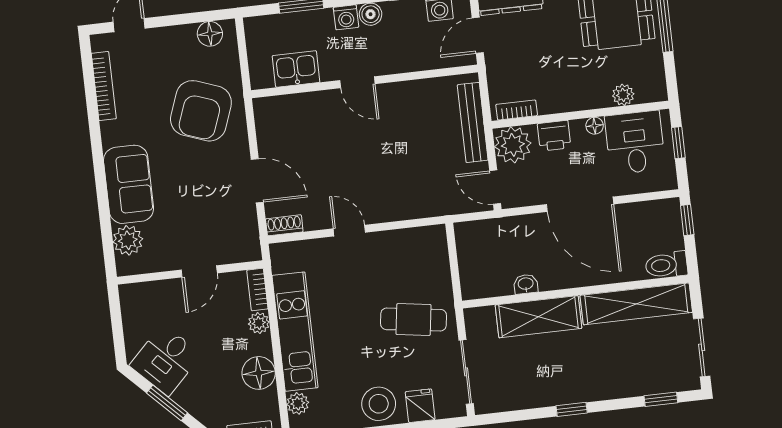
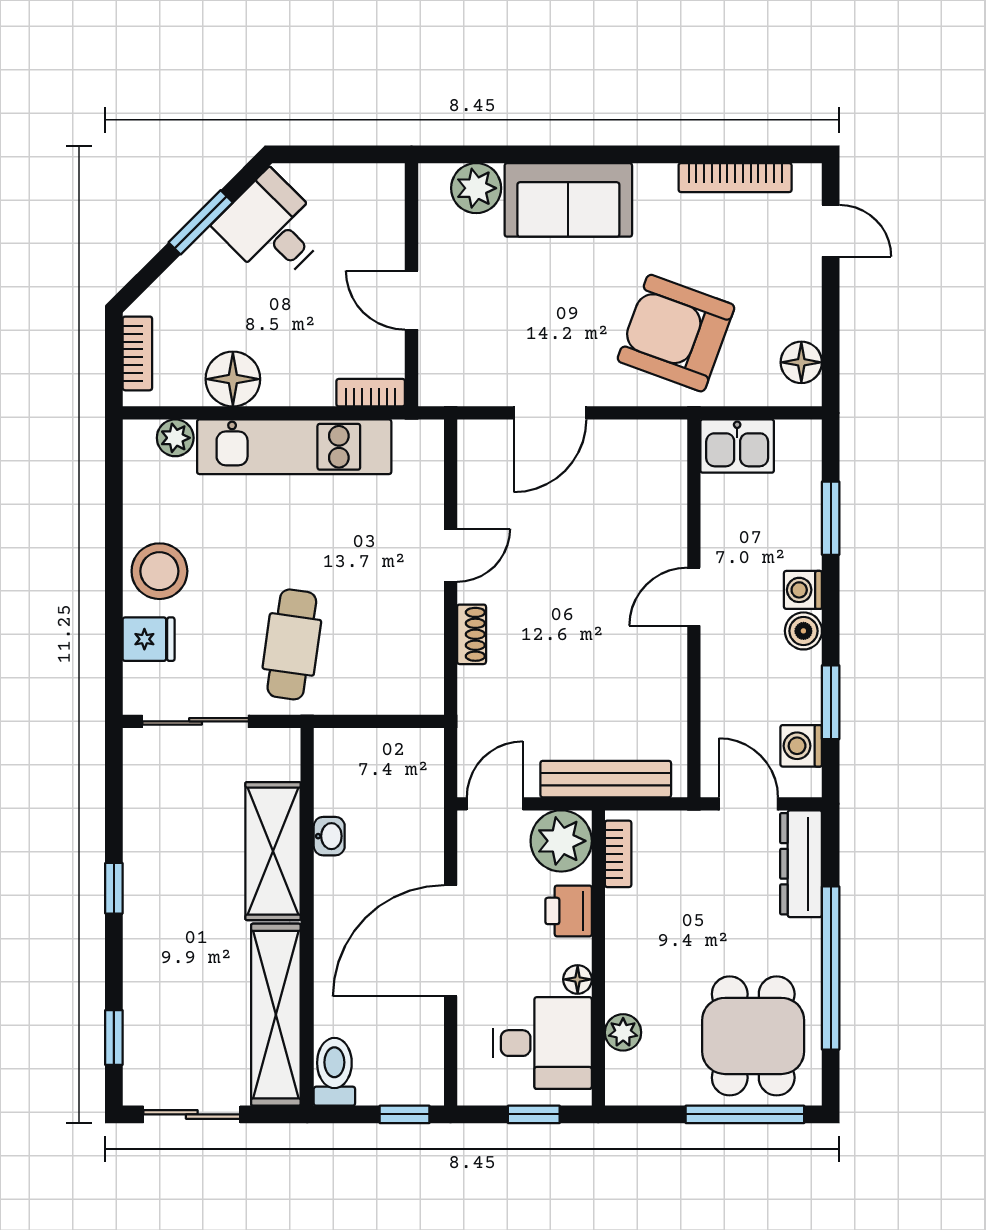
kitchen sink: (296, 69) -> (737, 446), moved, turned 90
shoe rack: (284, 225) -> (472, 634), moved
plant: (259, 323) -> (315, 389), removed

